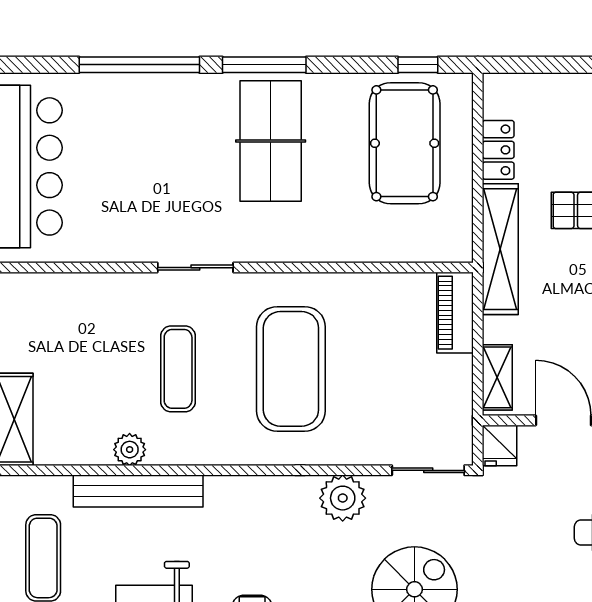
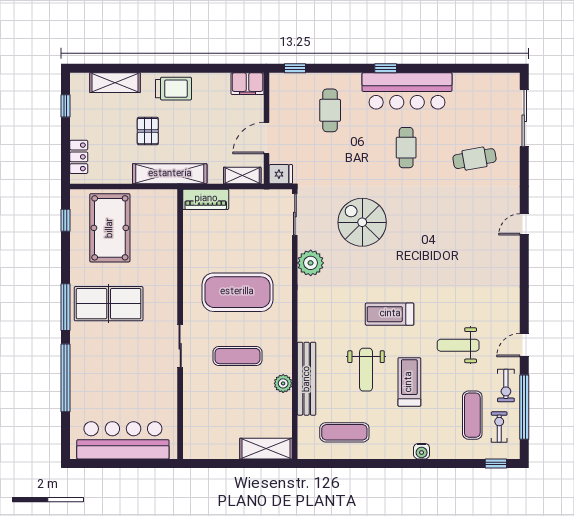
pool table: (405, 143) -> (110, 228), turned 90
locker: (498, 150) -> (79, 157), moved, turned 90

